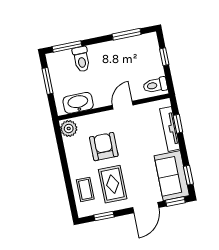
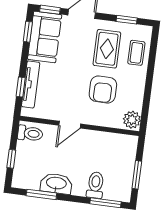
washbasin: (78, 103) -> (56, 184), moved, turned 180

